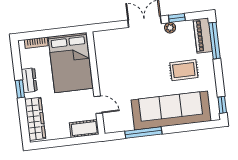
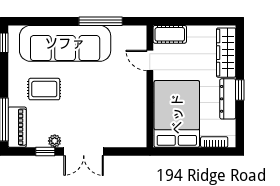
dresser: (29, 80) -> (228, 99), width x1.44

